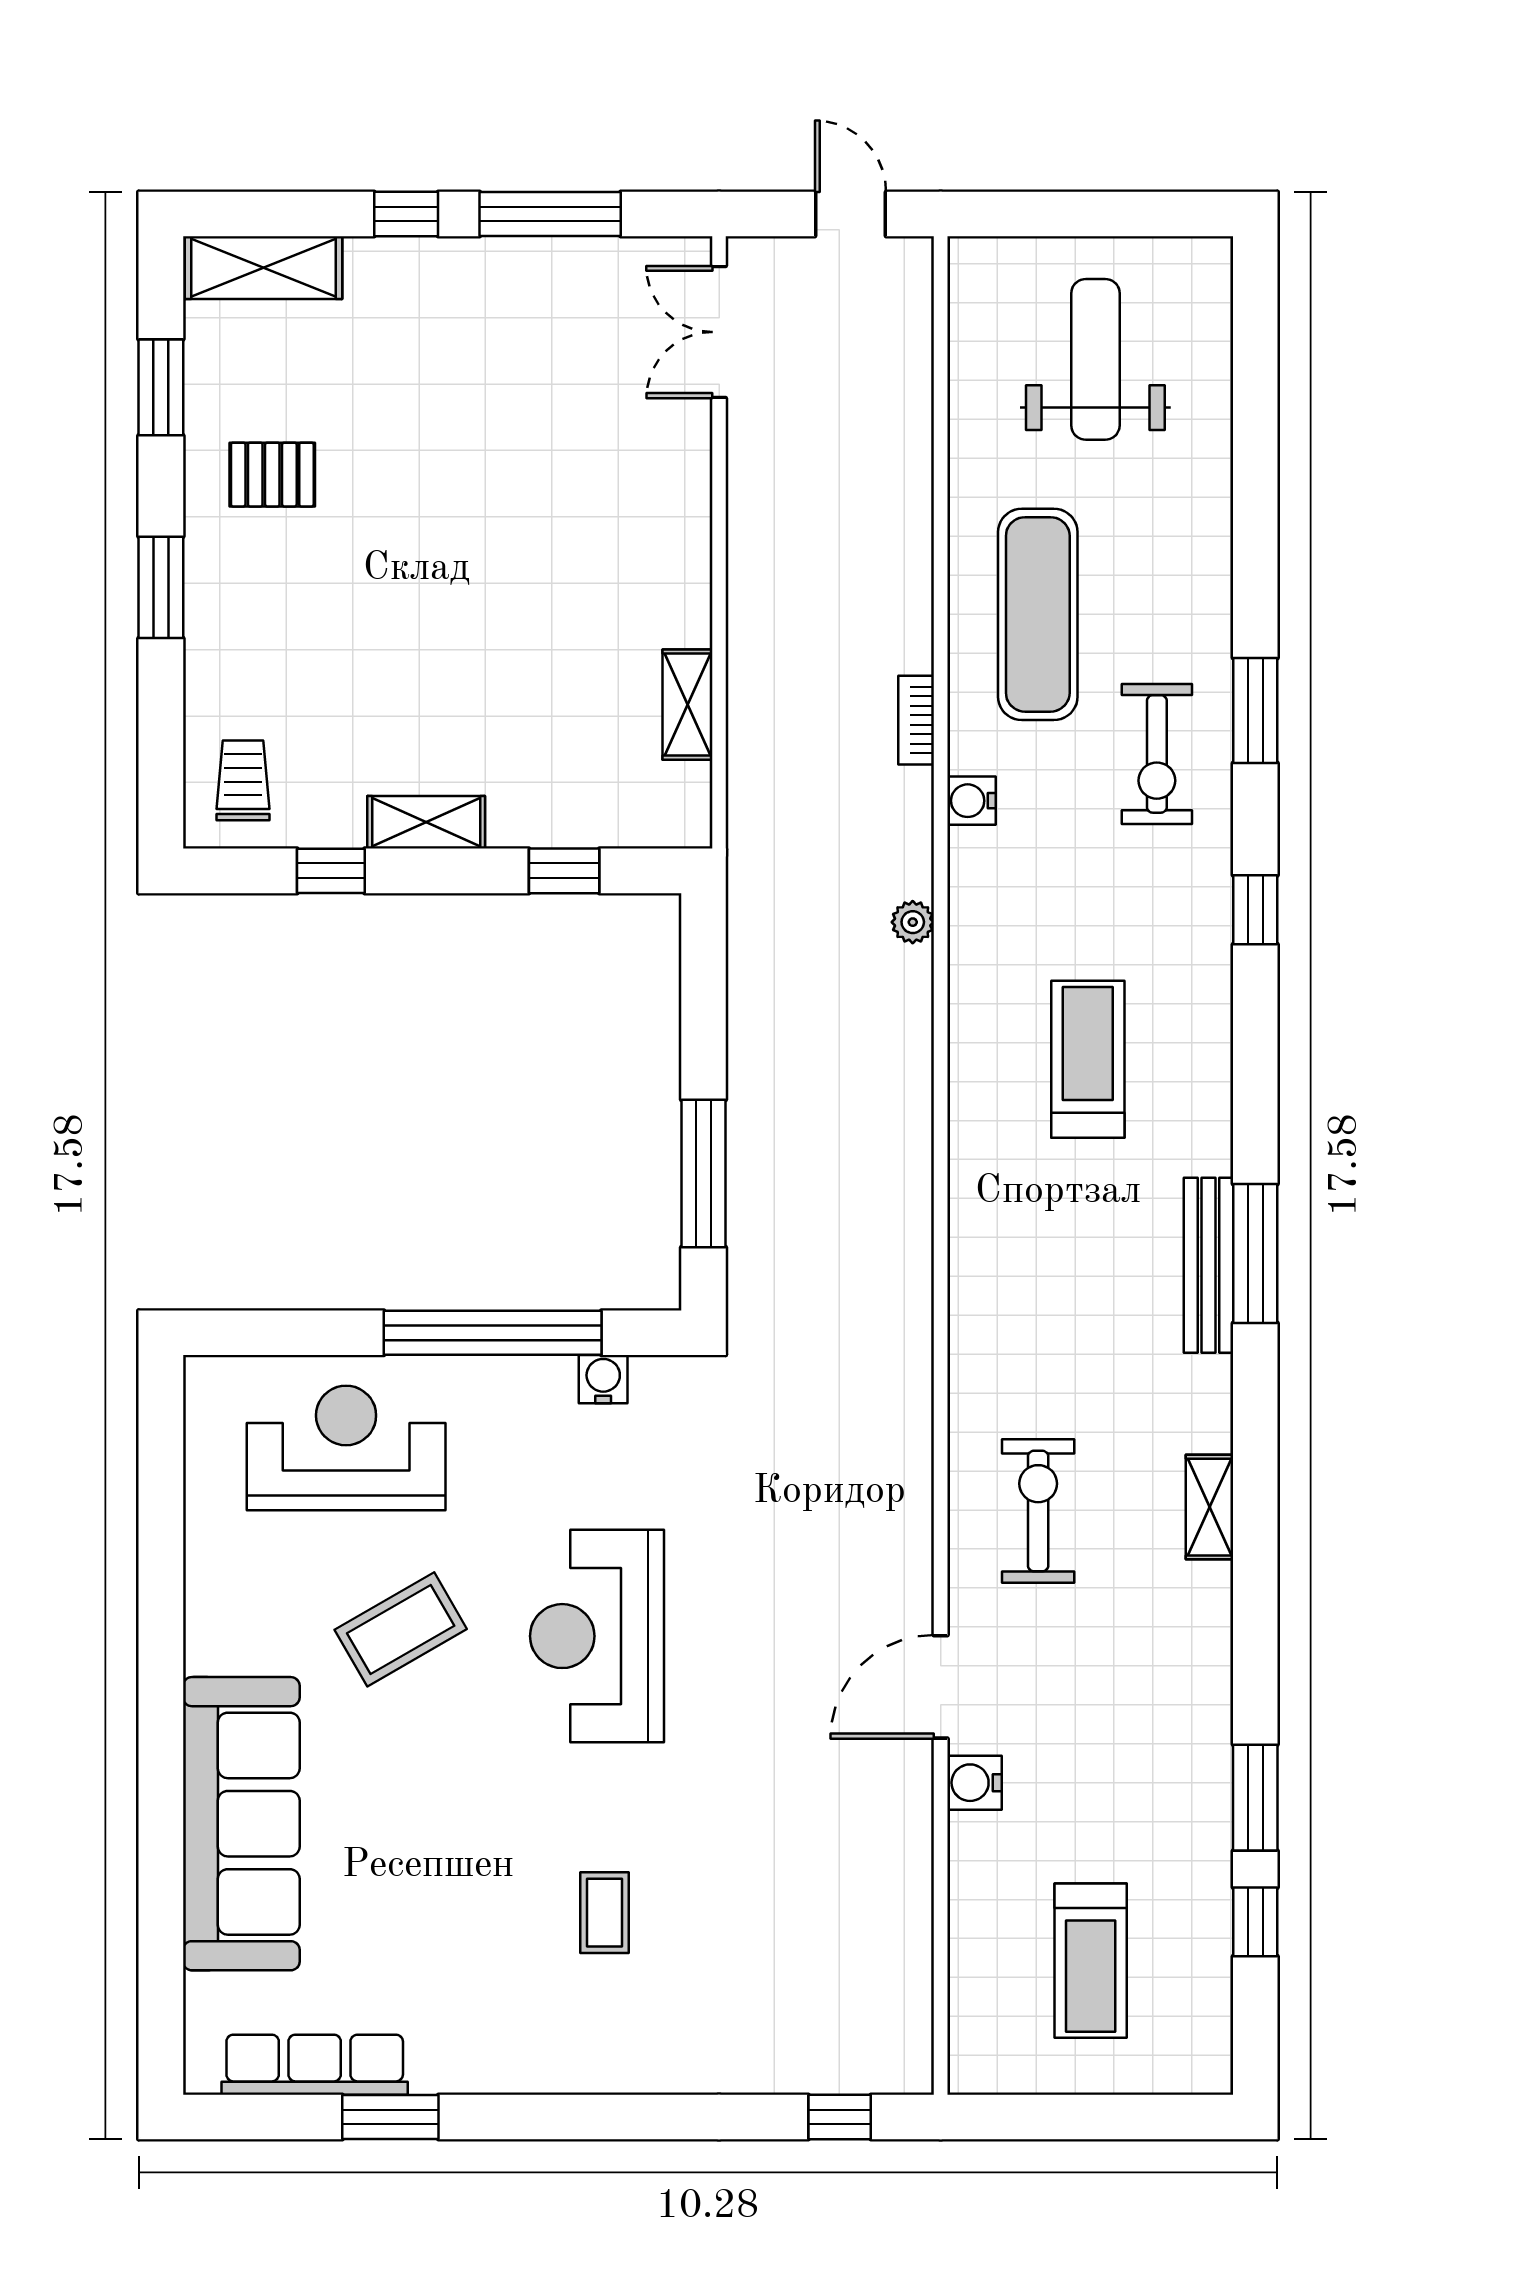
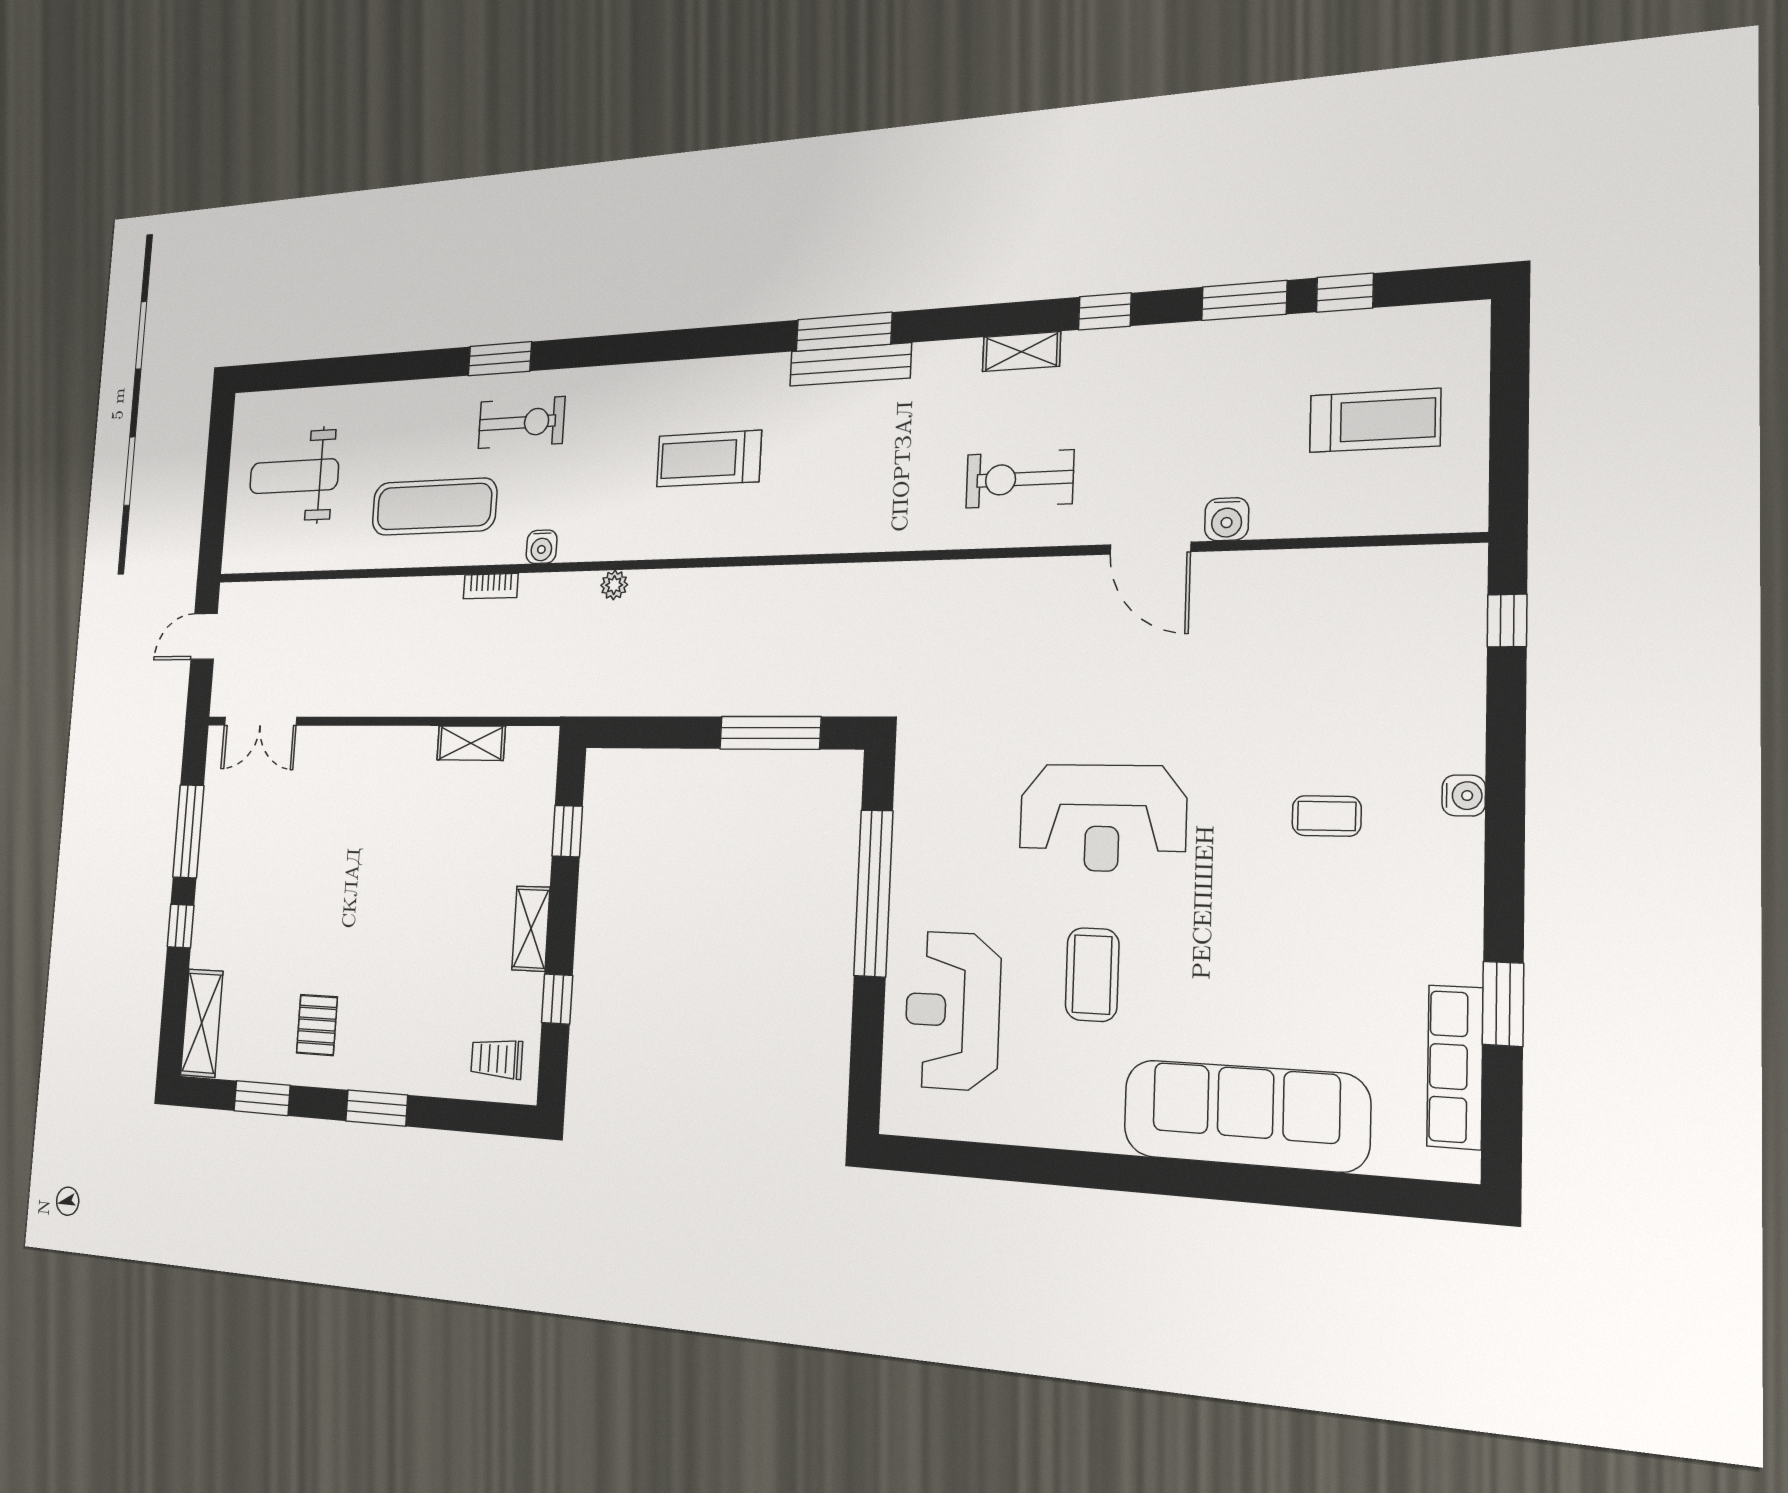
window: (1255, 910) -> (1105, 311), moved
water cooler: (603, 1379) -> (1464, 796), moved, turned 180
coffee table: (401, 1629) -> (1092, 975), turned 30

